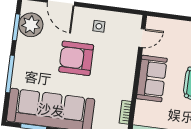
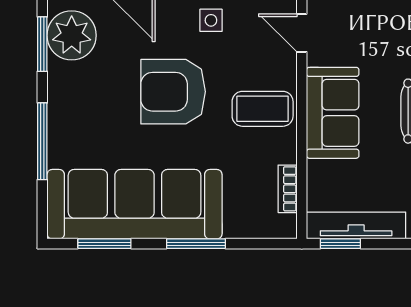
door: (142, 38) -> (302, 33), swing flipped
coffee table: (118, 72) -> (263, 109), added

